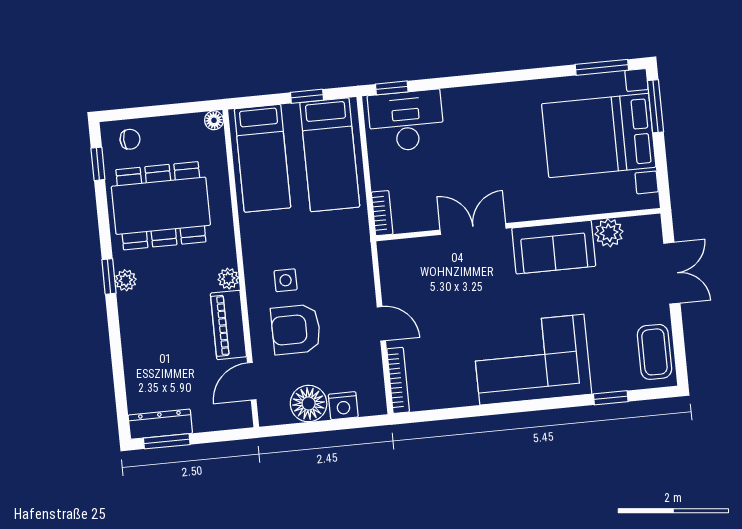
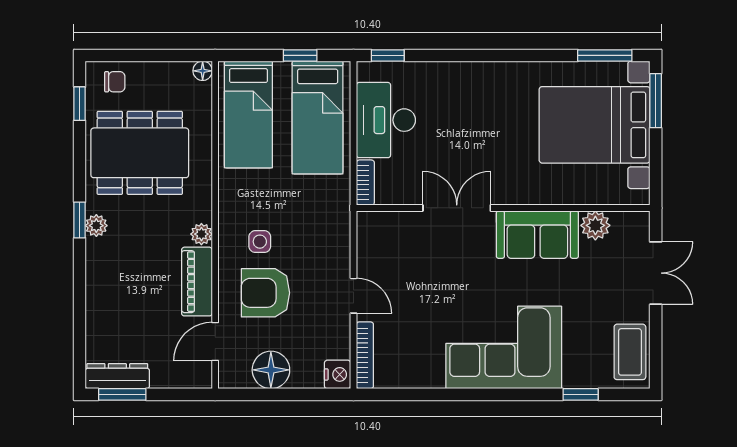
desk: (406, 121) -> (386, 120), moved, turned -90
nightstand: (343, 406) -> (338, 374), moved, turned -90

